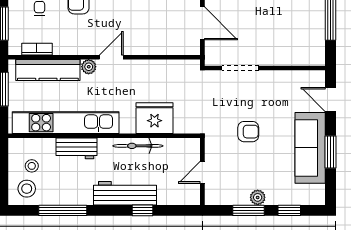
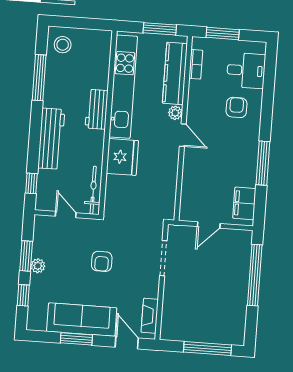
door: (202, 23) -> (209, 225), width x0.73
fireplace: (301, 78) -> (150, 316), added
door: (331, 100) -> (127, 343), hinge flipped
fridge: (154, 118) -> (122, 157), moved
bicycle: (138, 146) -> (93, 190), moved
workbench: (77, 148) -> (97, 109), moved
stool: (32, 166) -> (84, 51), removed
window: (142, 210) -> (31, 183), moved

